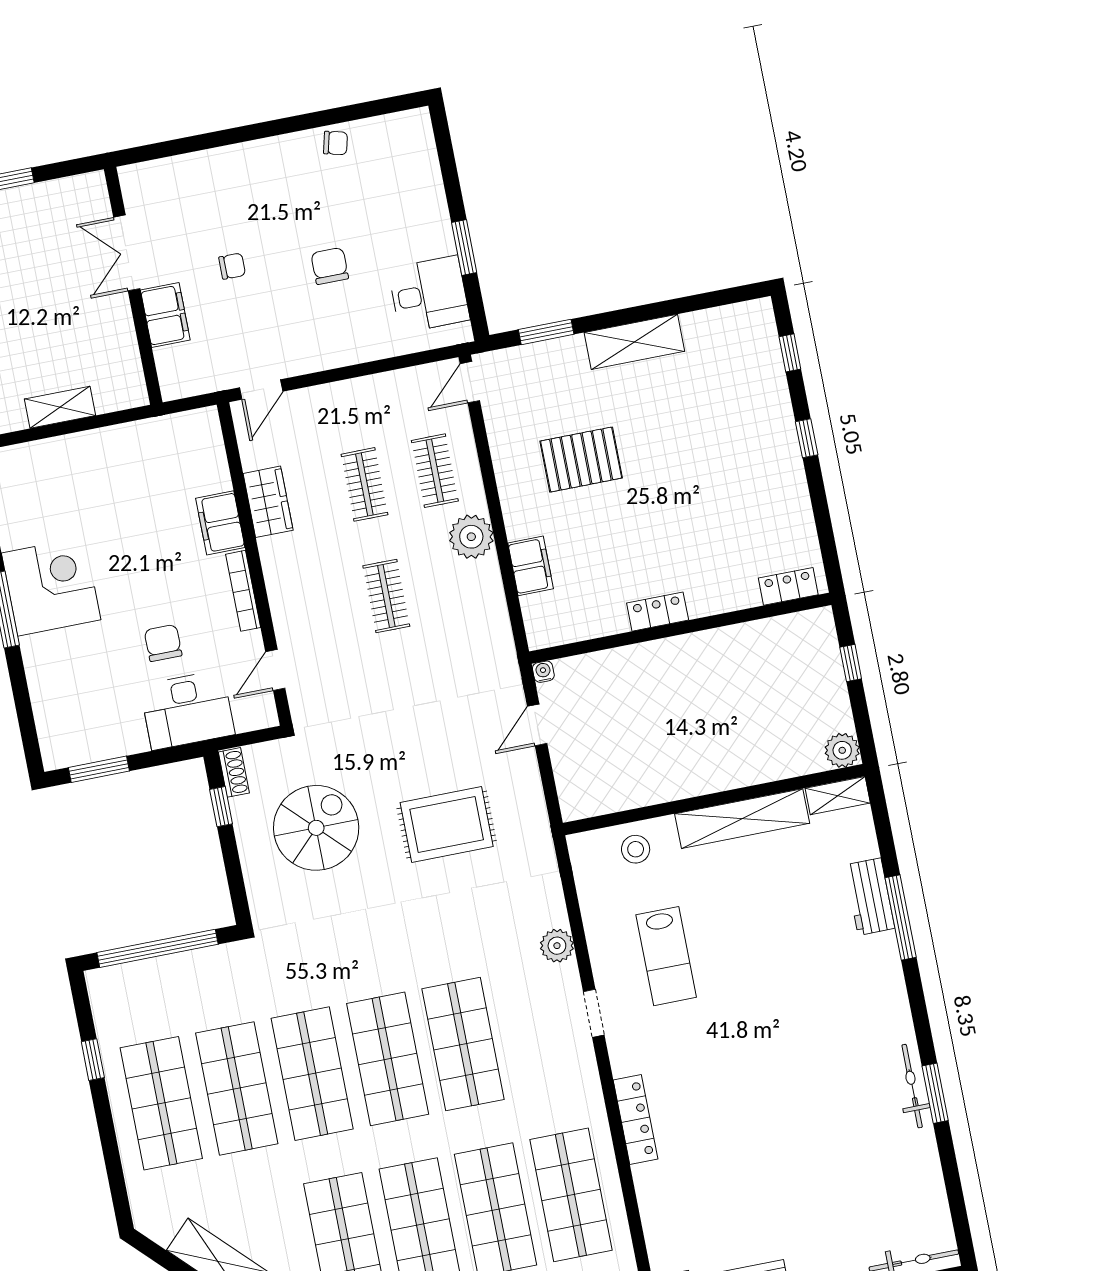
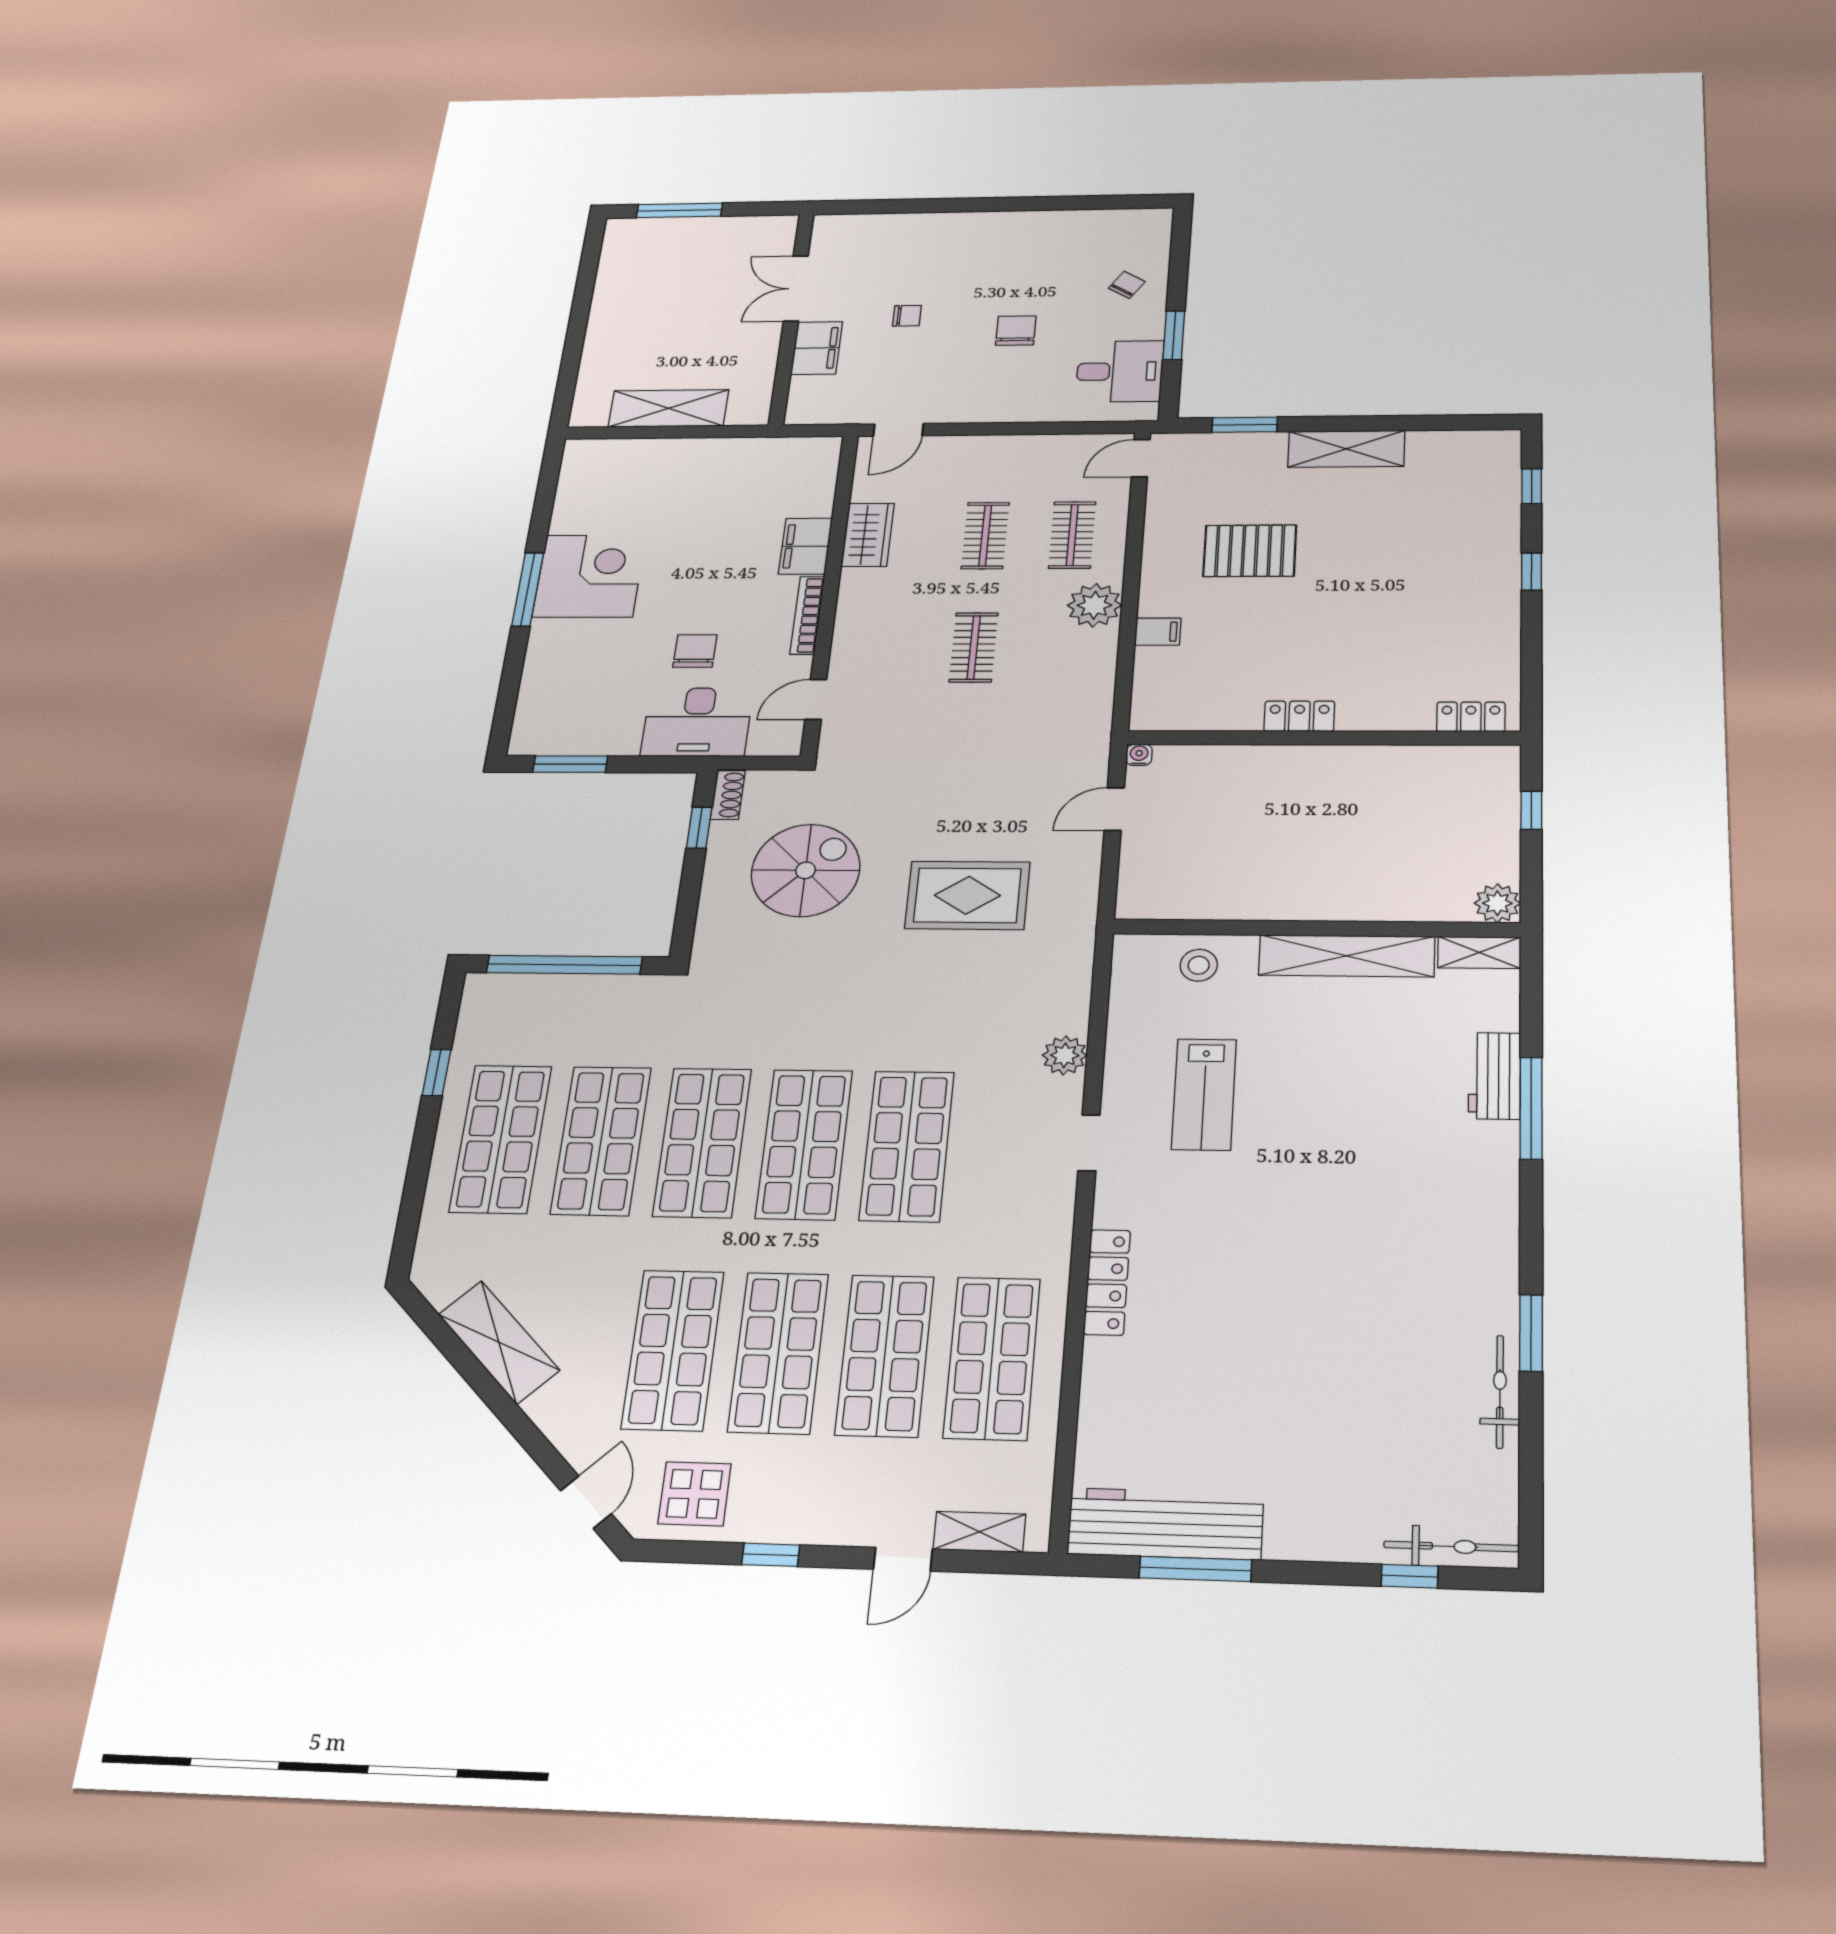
chair: (335, 143) -> (1127, 285), moved, turned -71
shelving: (60, 407) -> (668, 408), width x1.50, depth x1.33
filing cabinet: (531, 566) -> (1158, 632), width x0.50
bicycle: (912, 1086) -> (1500, 1392), moved

